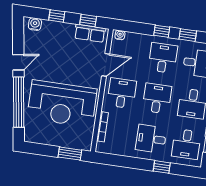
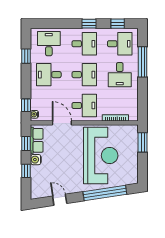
water cooler: (35, 24) -> (36, 160), moved
window: (162, 31) -> (26, 105), moved
door: (18, 62) -> (60, 200), moved
desk: (122, 93) -> (84, 106), turned 180
desk: (157, 98) -> (84, 75), turned 180
window: (162, 167) -> (143, 62), width x2.17

